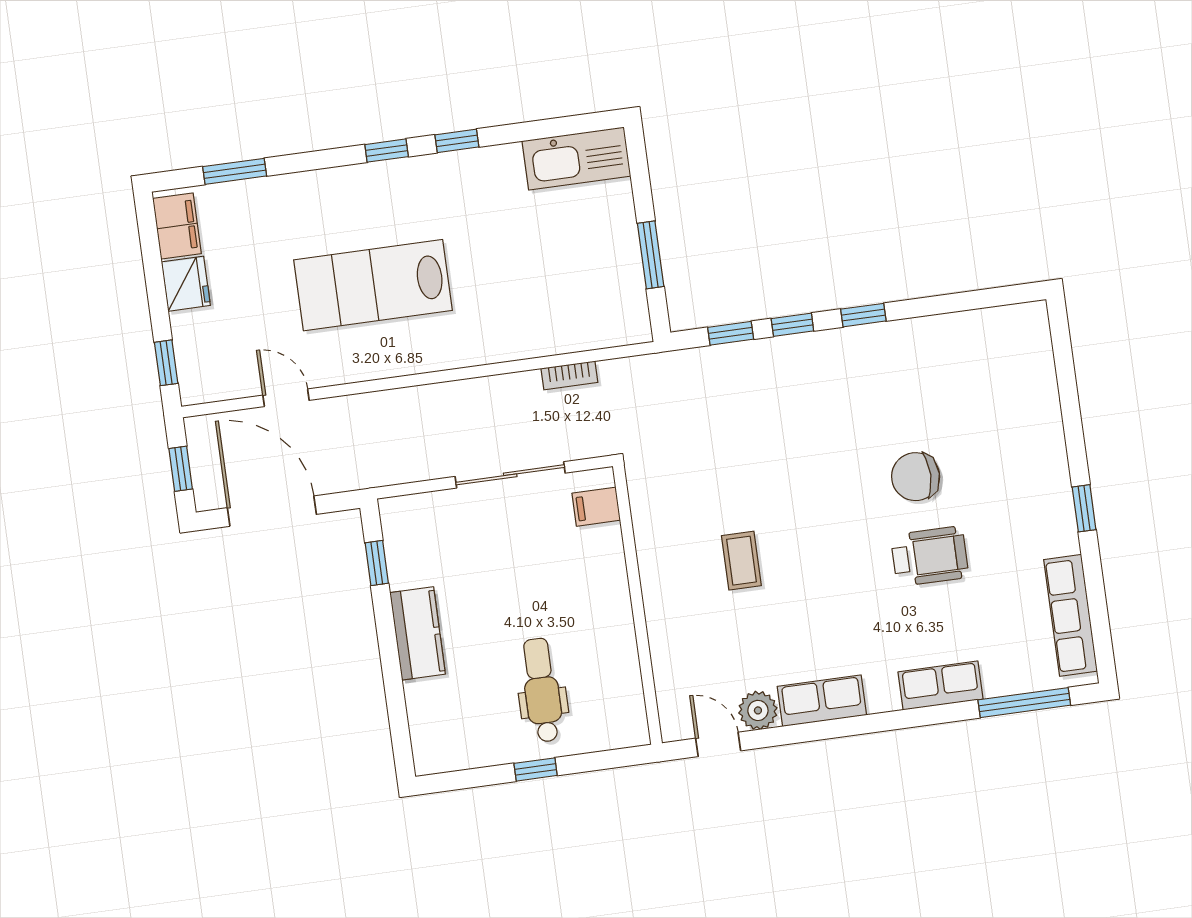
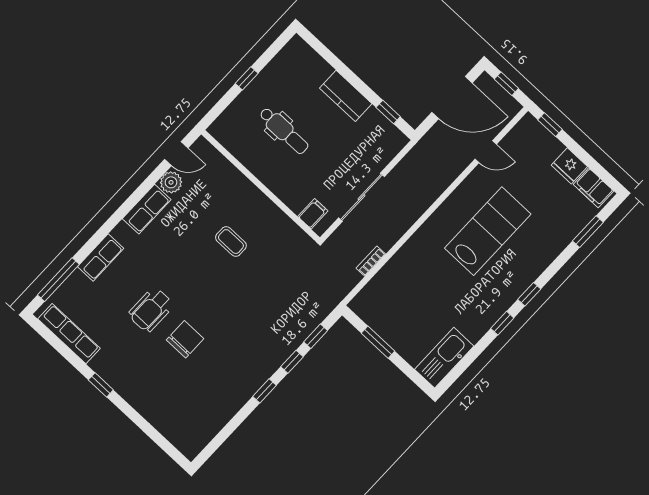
dental chair: (542, 690) -> (284, 131), moved

